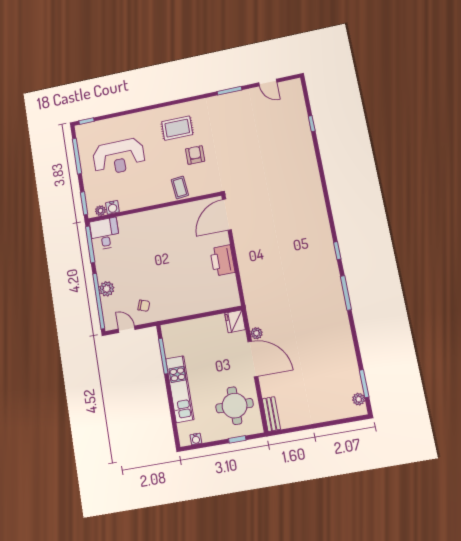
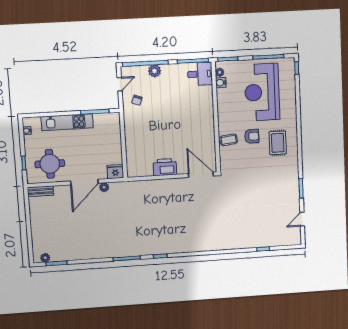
armchair: (195, 155) -> (252, 136), moved
reception desk: (119, 157) -> (262, 92), width x1.36, depth x1.30

